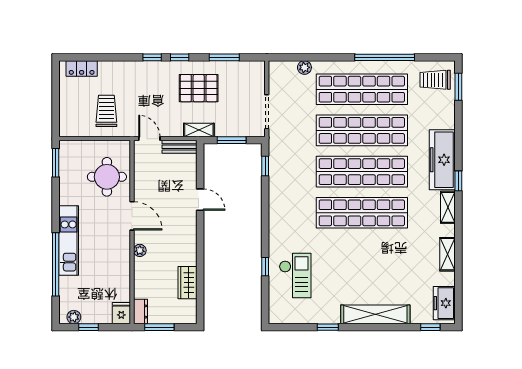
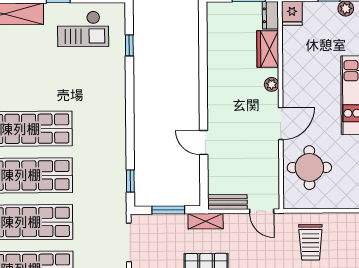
door: (132, 216) -> (281, 124), swing flipped
window: (265, 267) -> (129, 45), moved
checkout: (295, 275) -> (83, 29), moved, turned -90
wardrobe: (187, 283) -> (268, 49), moved, turned 180

